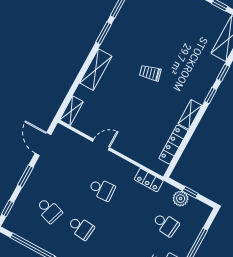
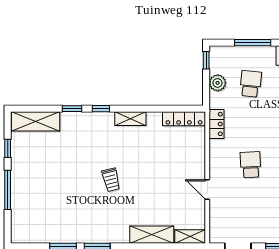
shelving: (96, 70) -> (152, 235), moved
locker: (173, 144) -> (184, 119), moved
window: (190, 192) -> (206, 60), moved

